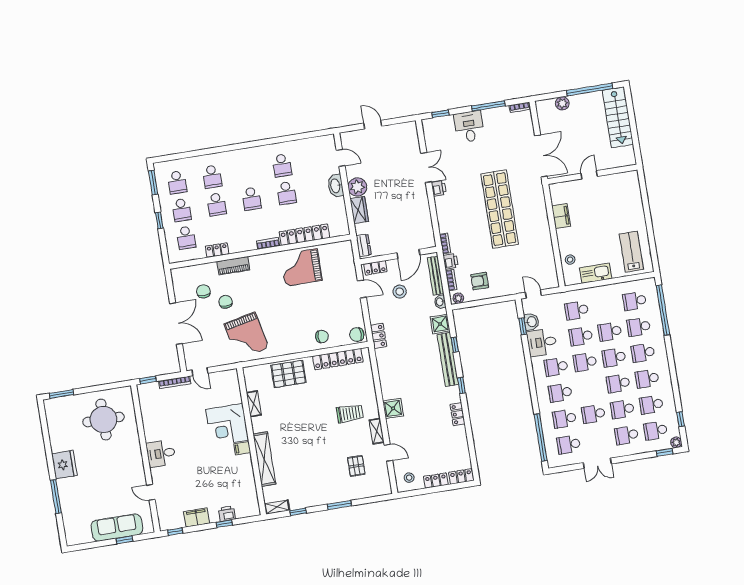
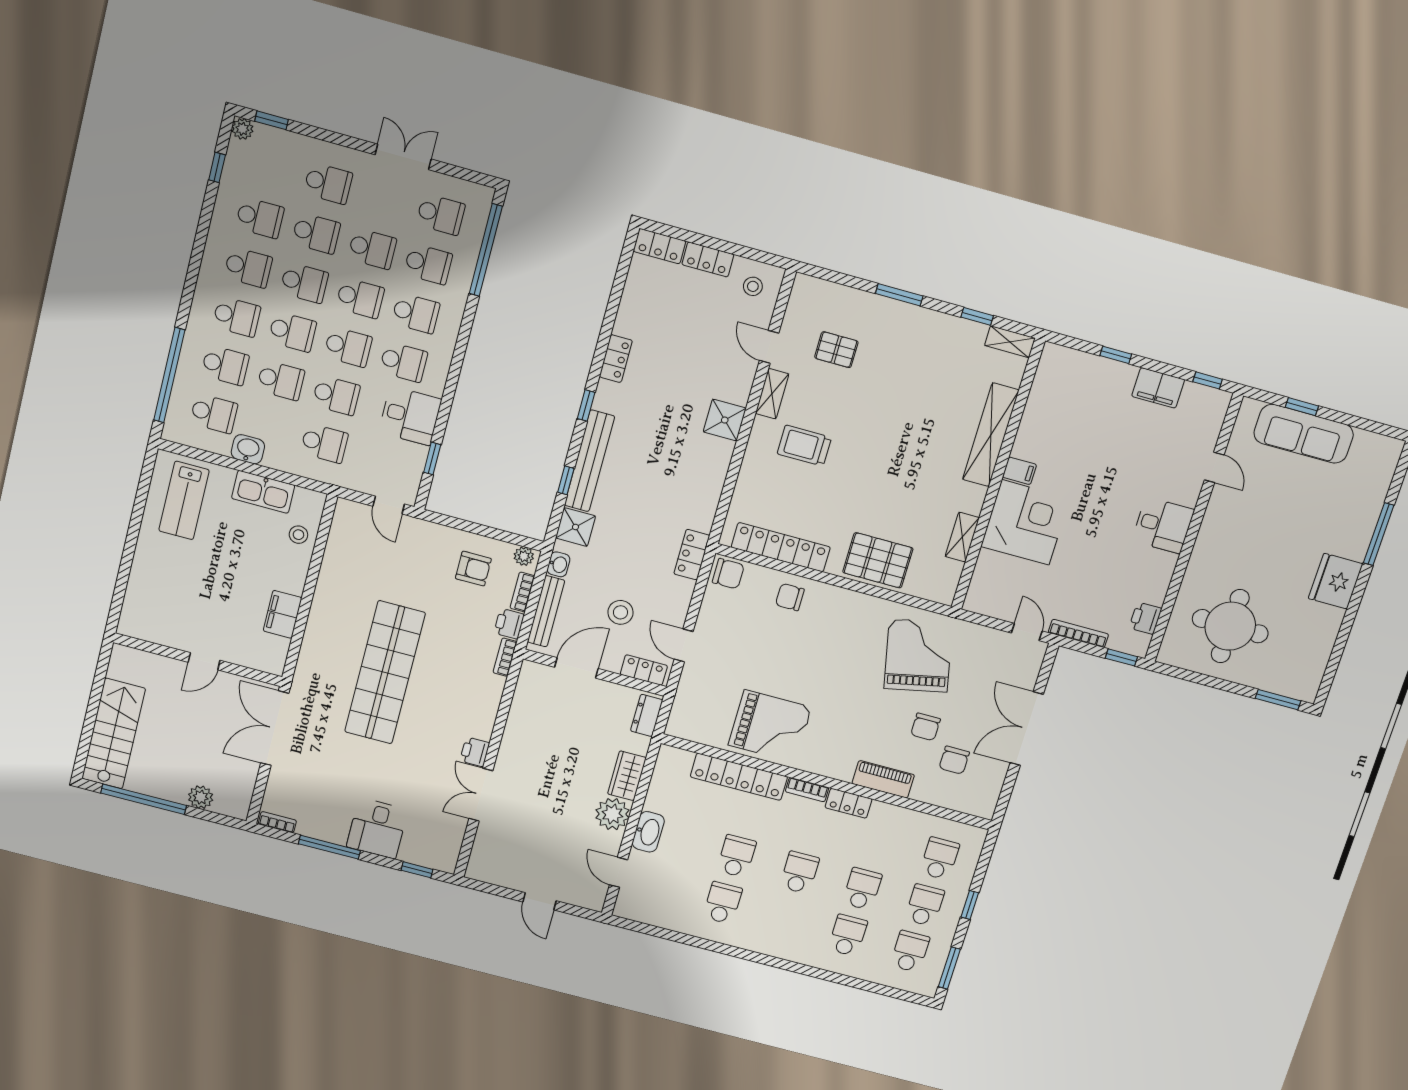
locker: (217, 250) -> (849, 803), moved
washbasin: (531, 322) -> (248, 449), moved, turned 90
school desk: (656, 430) -> (360, 298), moved
pallet: (356, 466) -> (836, 350), turned 90
printer: (227, 514) -> (1145, 618), moved, turned 90

